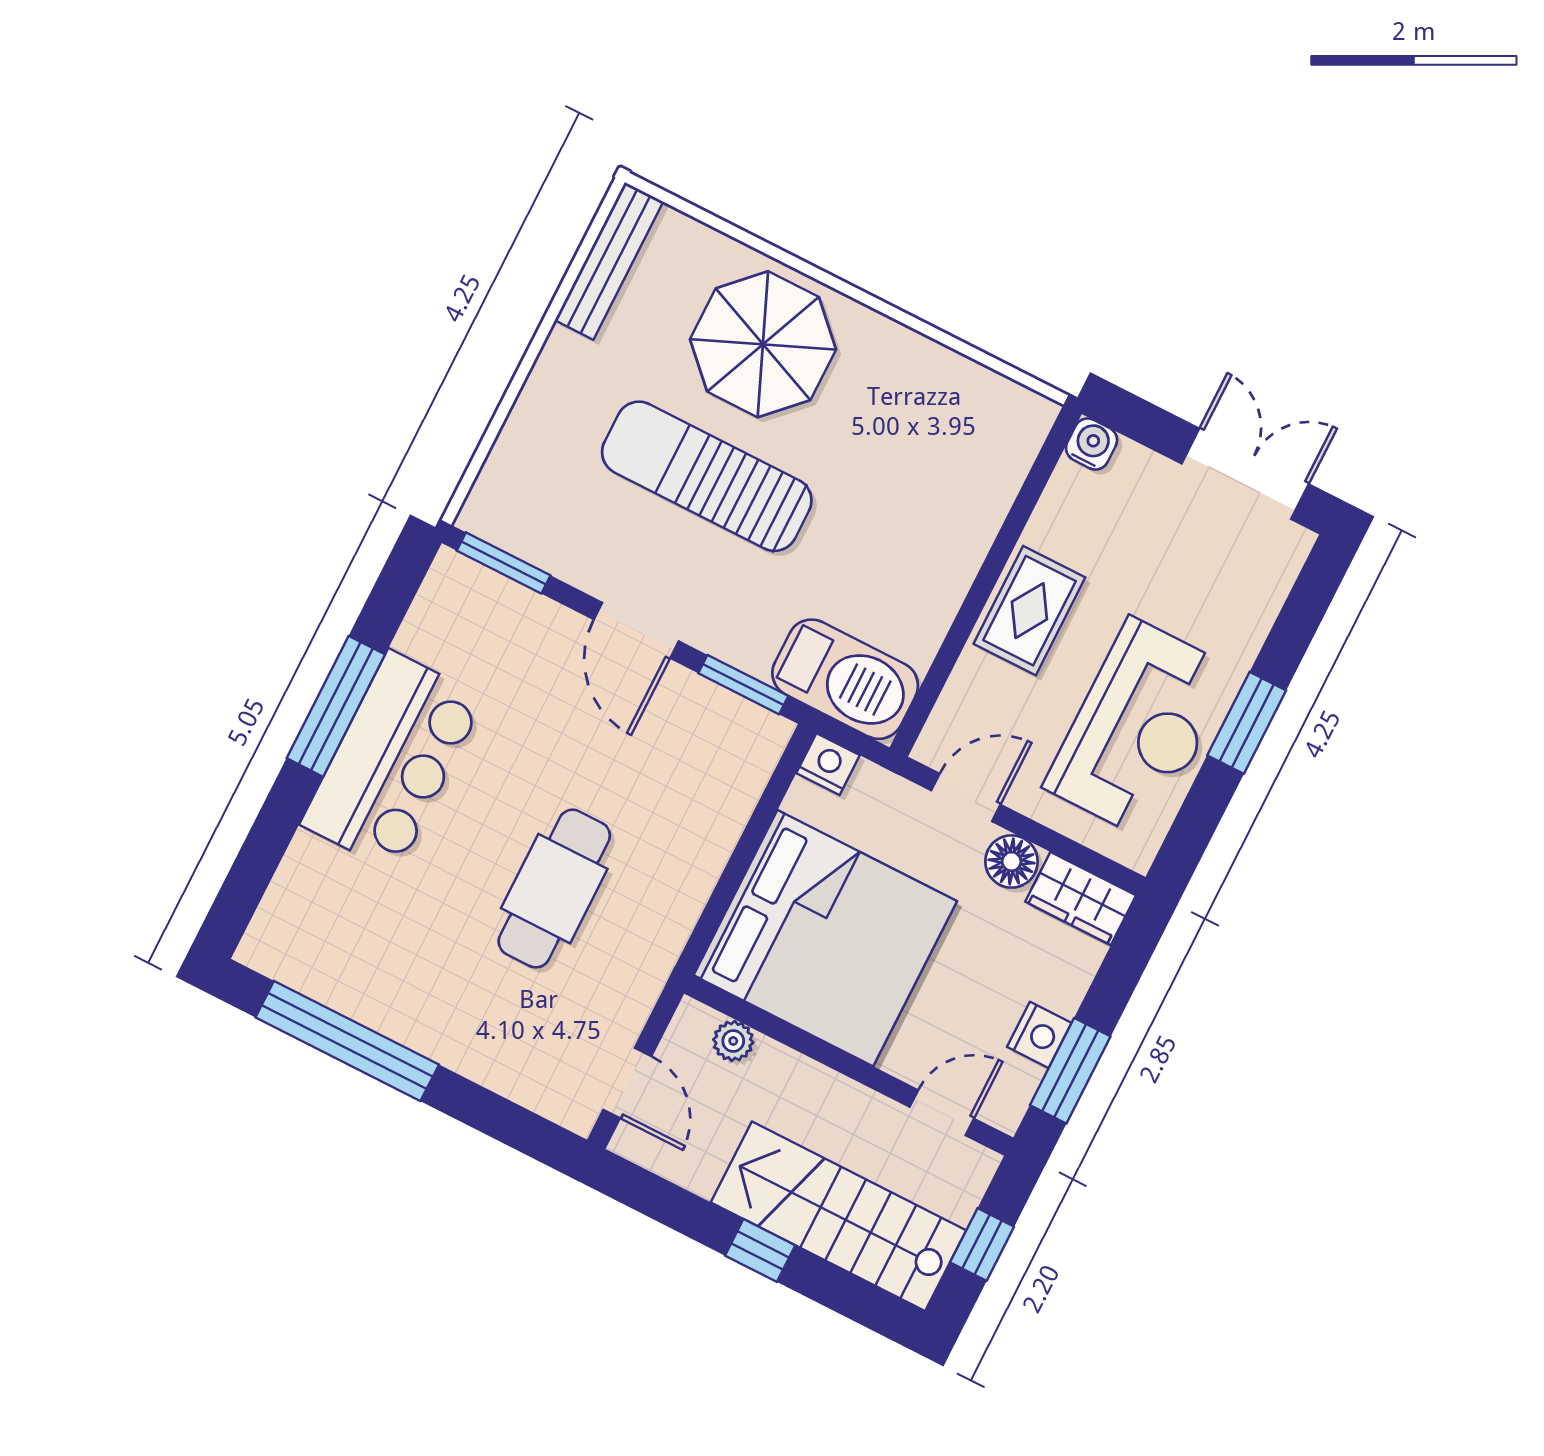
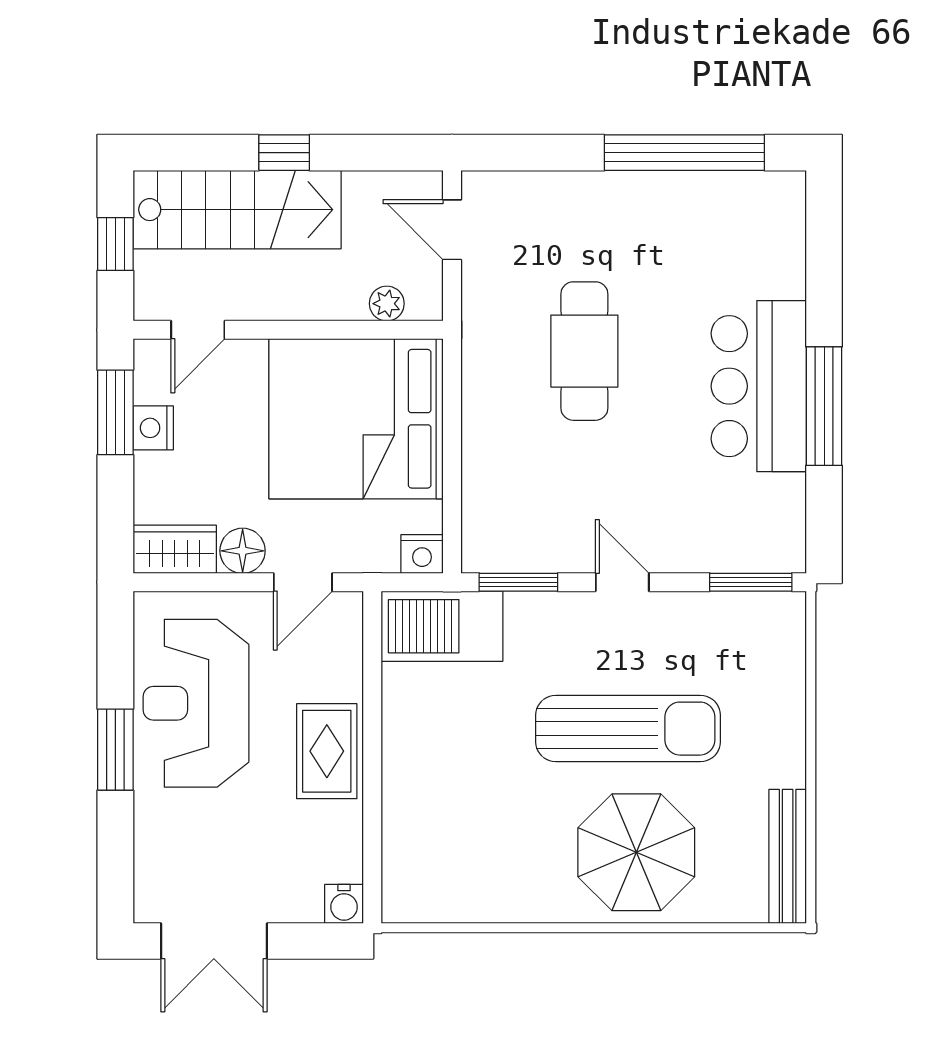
door: (636, 630) -> (622, 582), width x0.73

